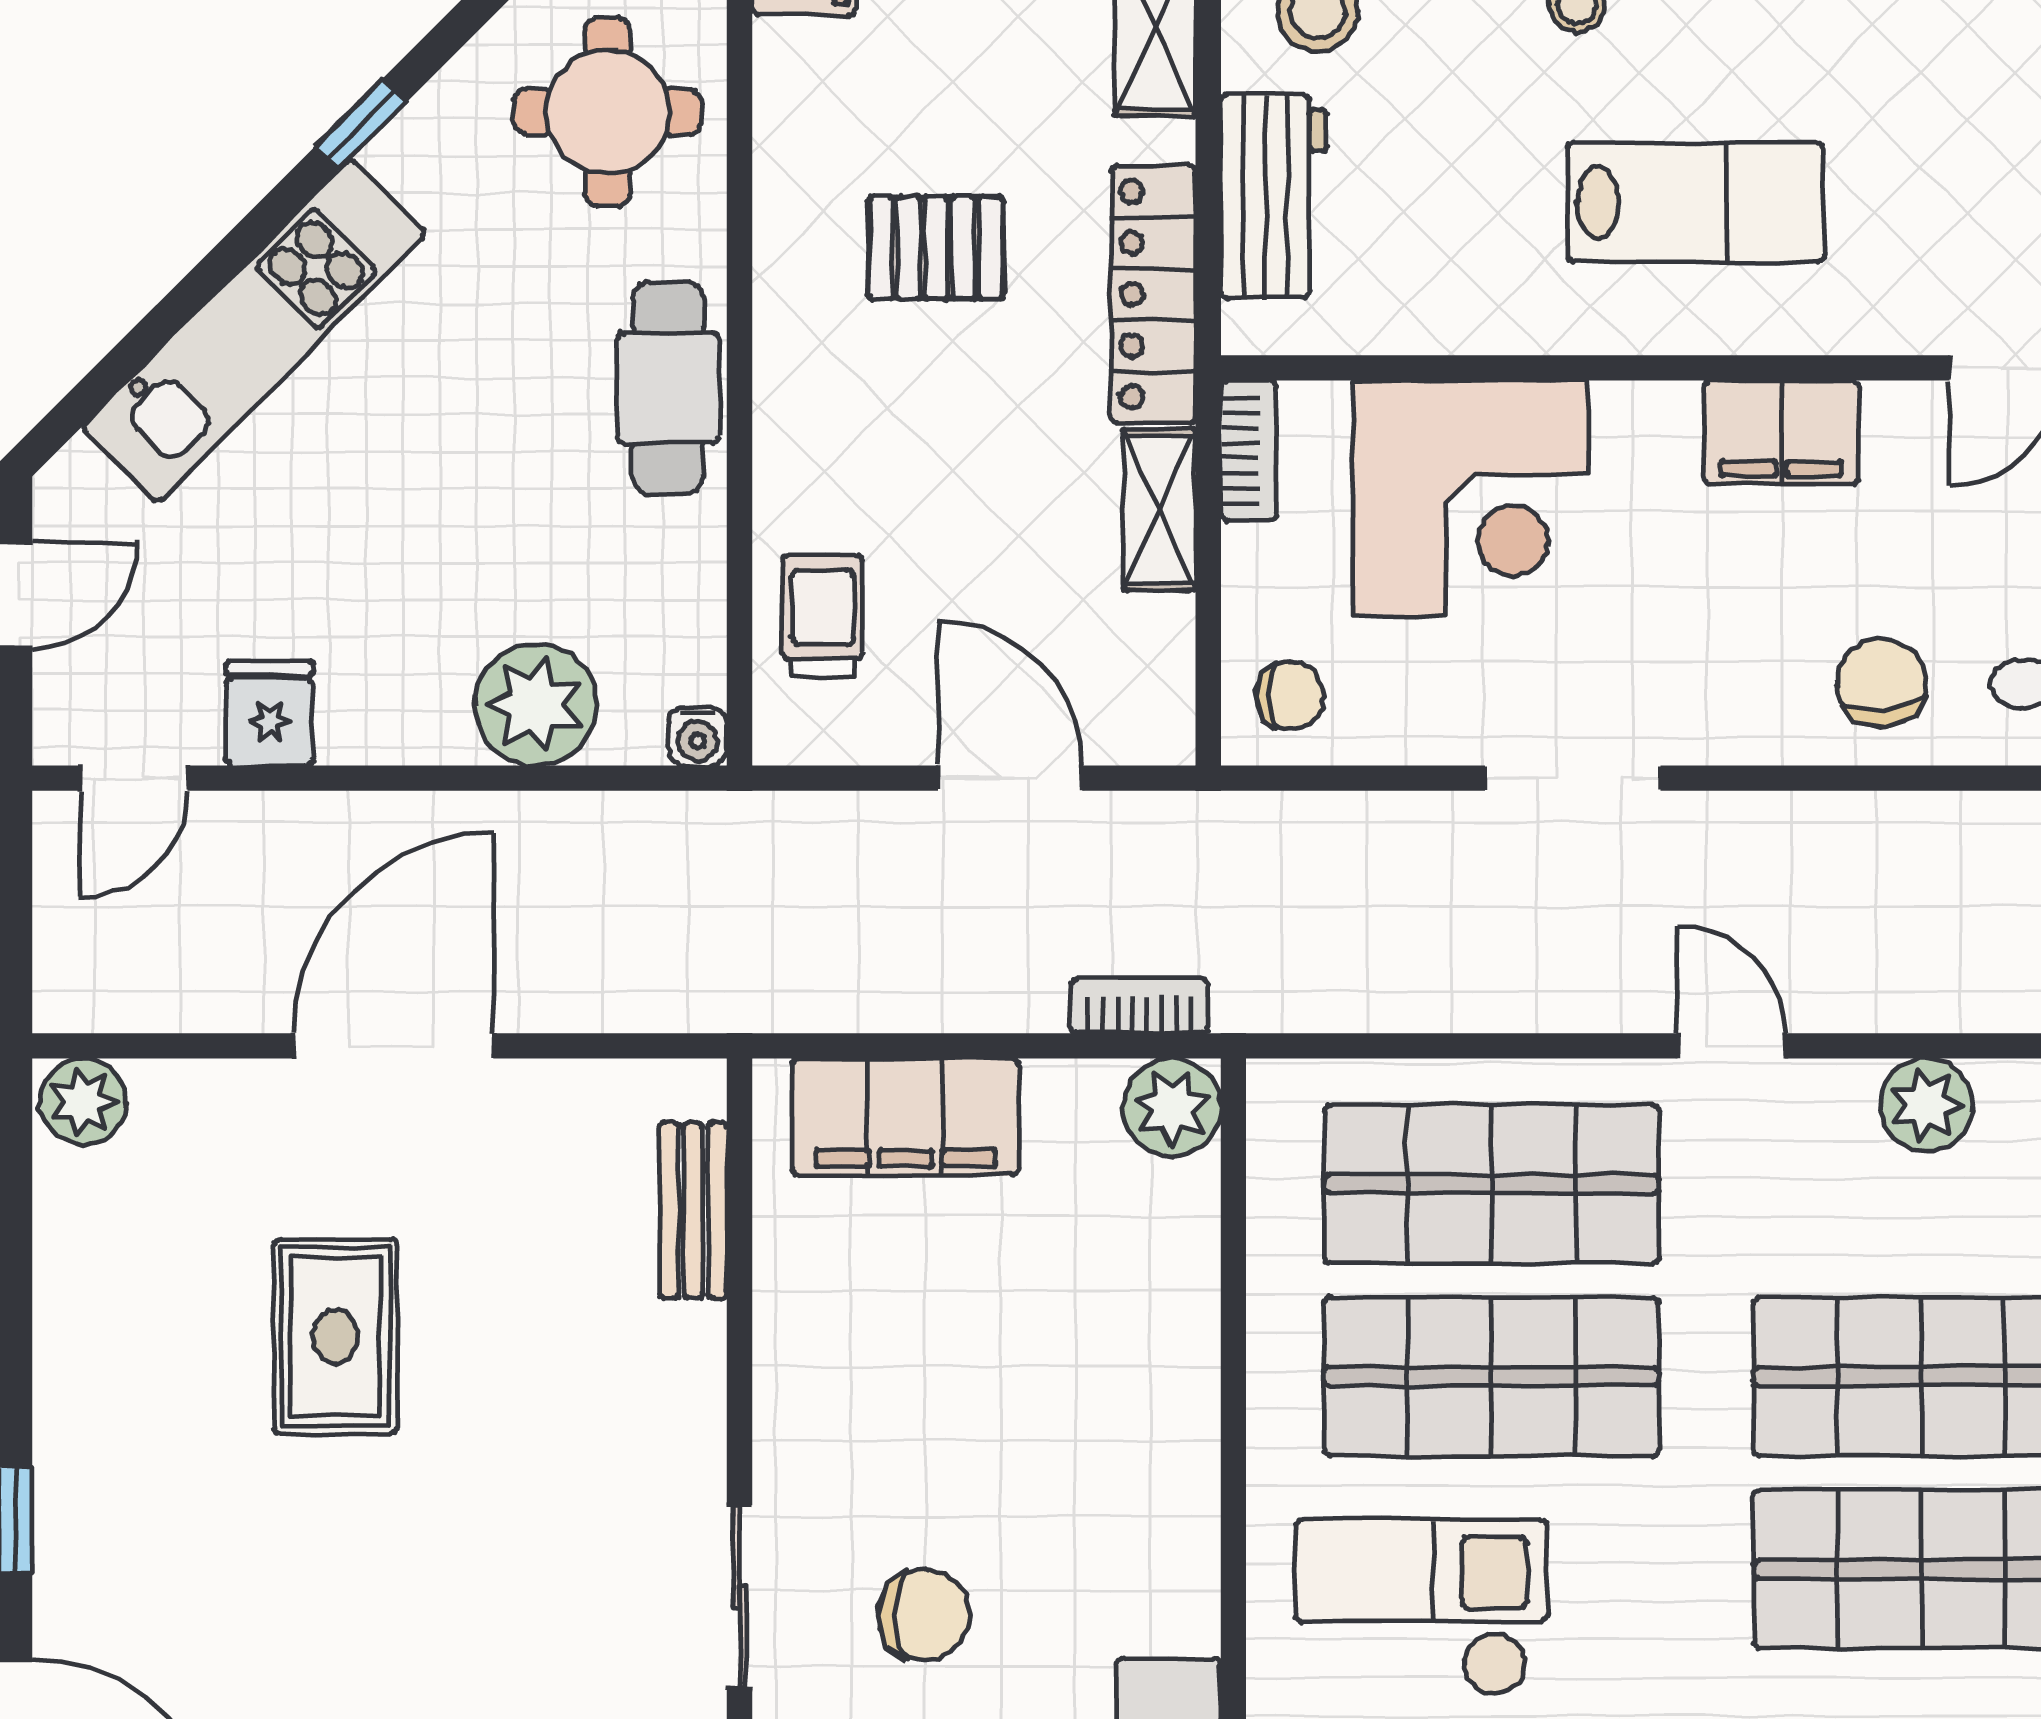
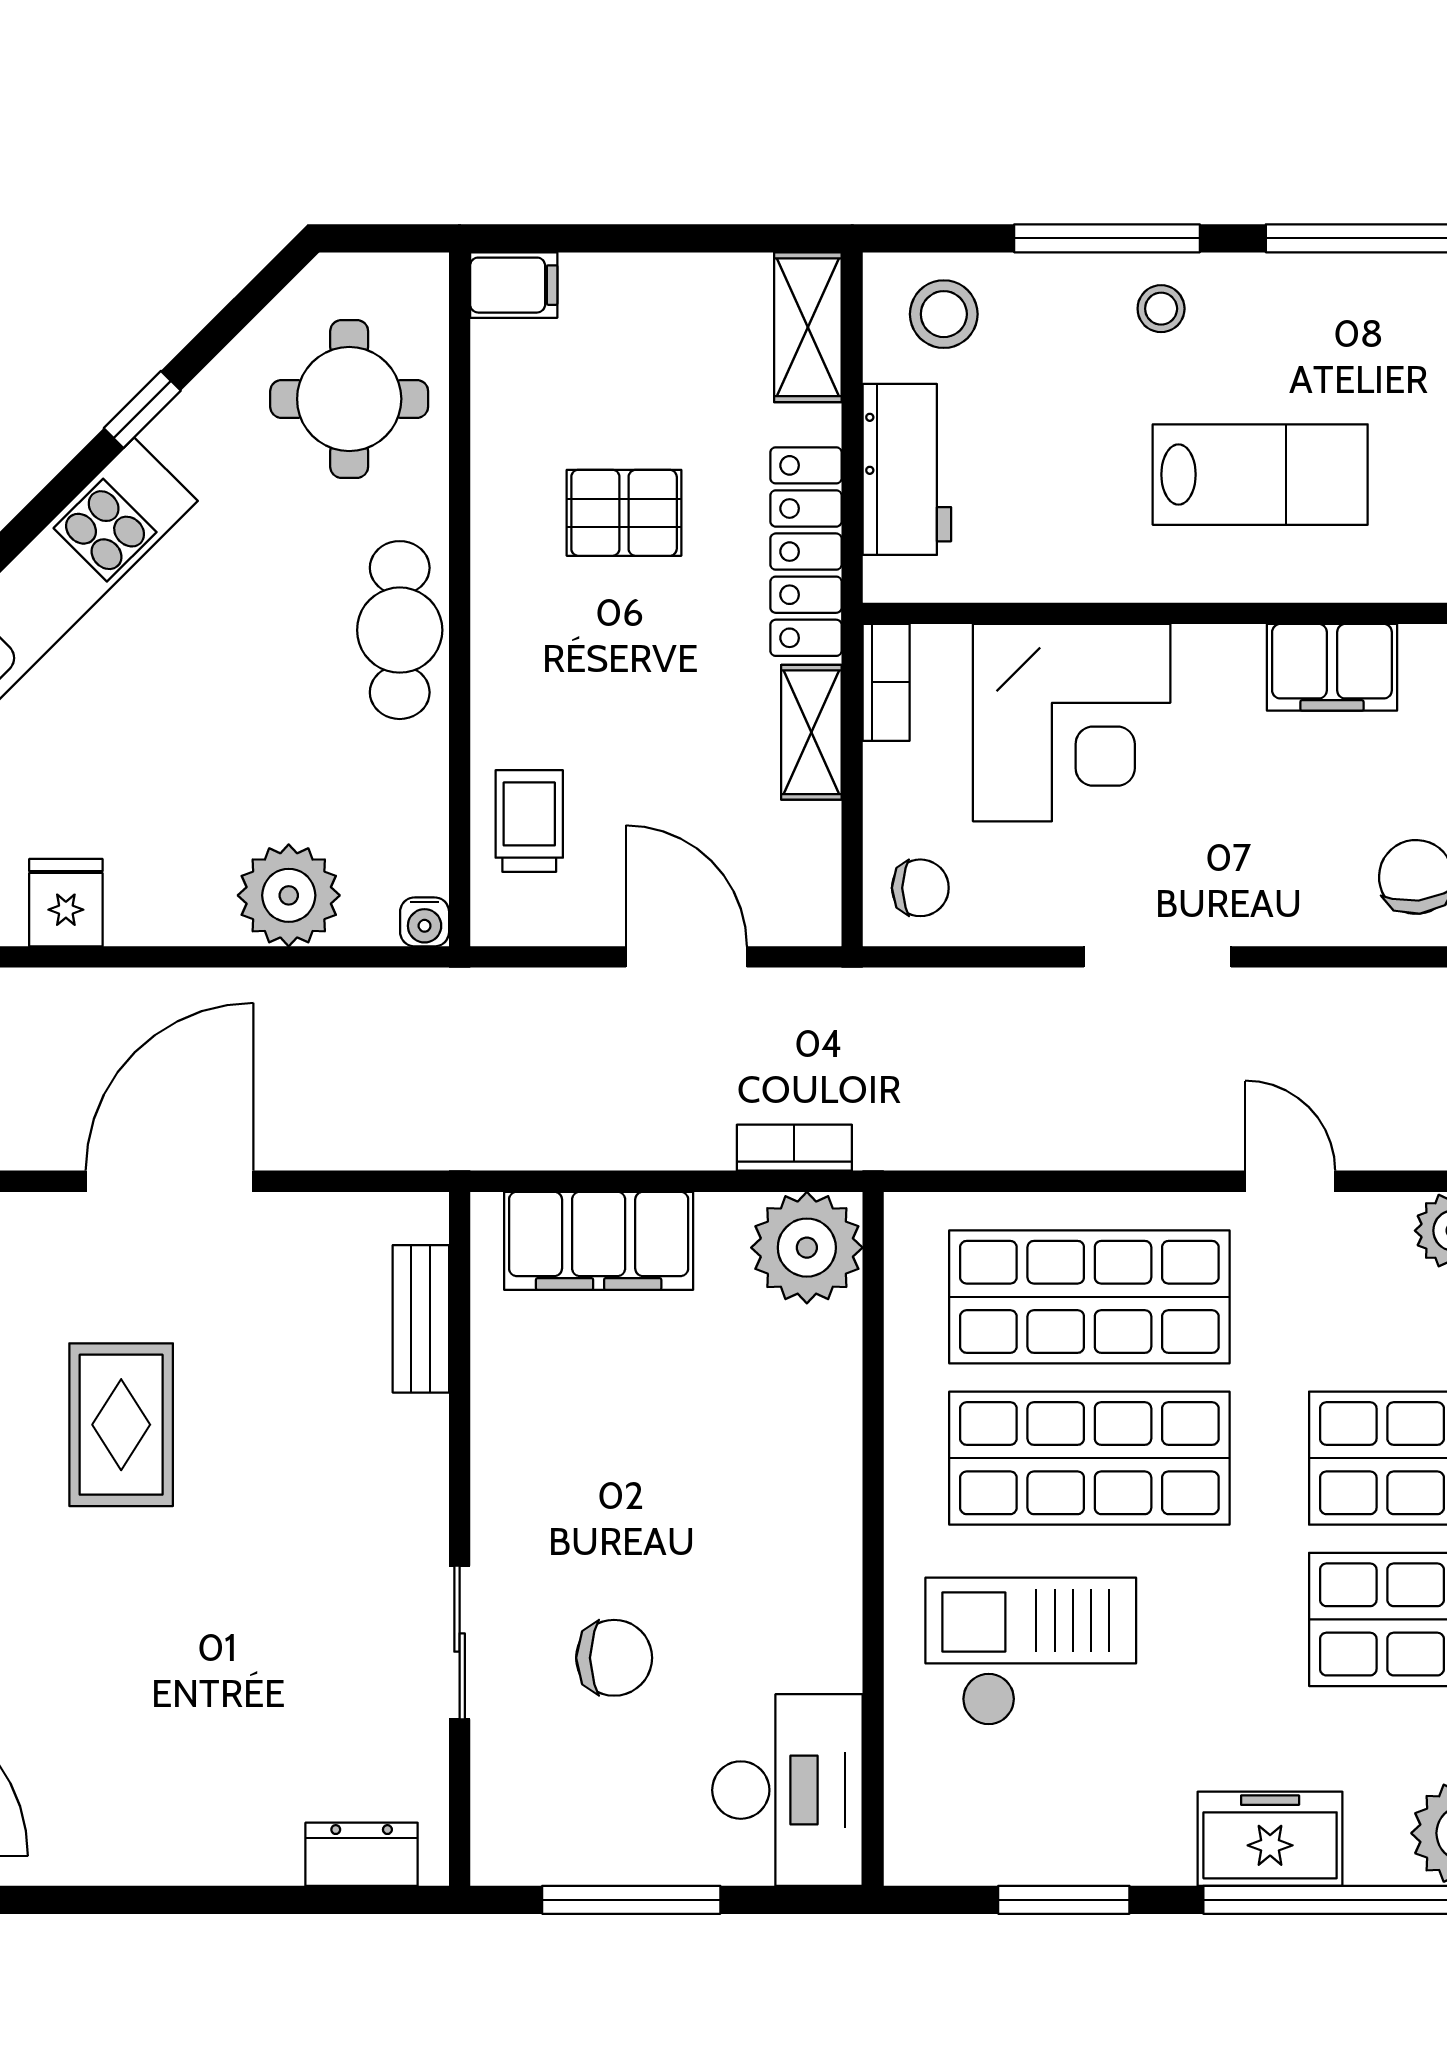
plant: (1172, 1107) -> (807, 1248), width x1.36, depth x1.36

